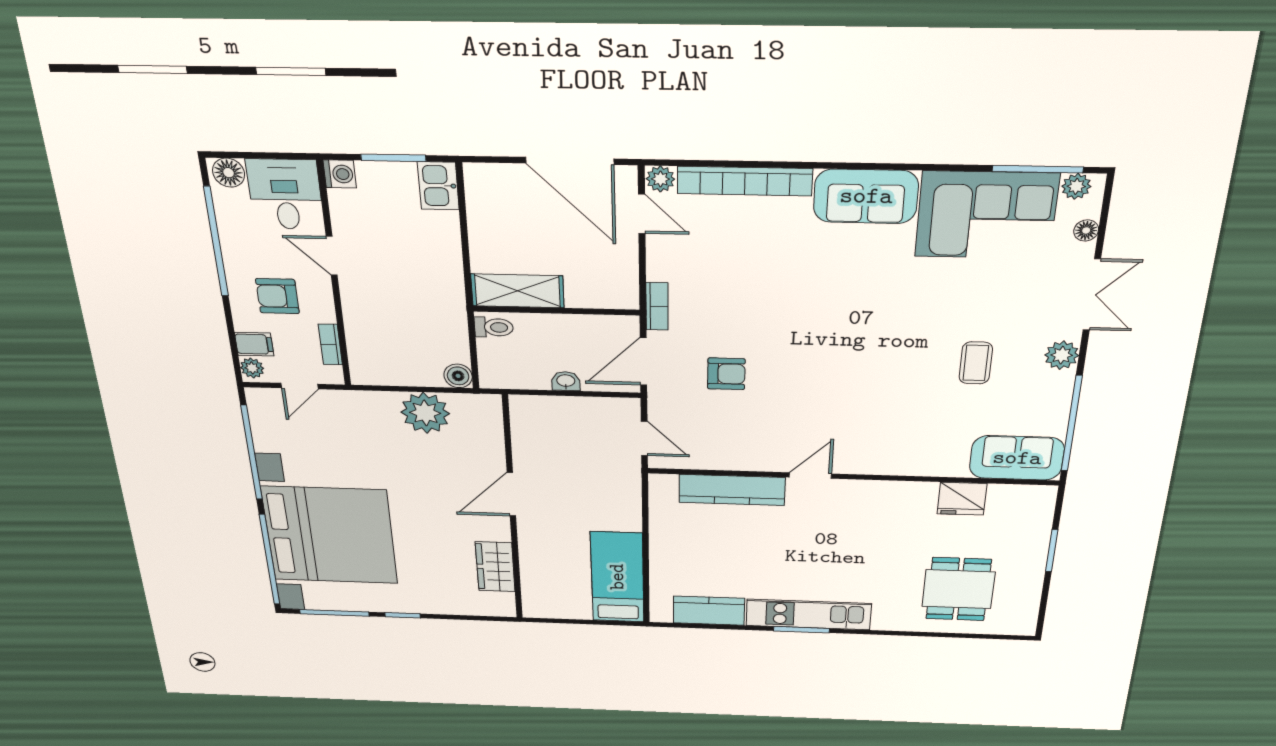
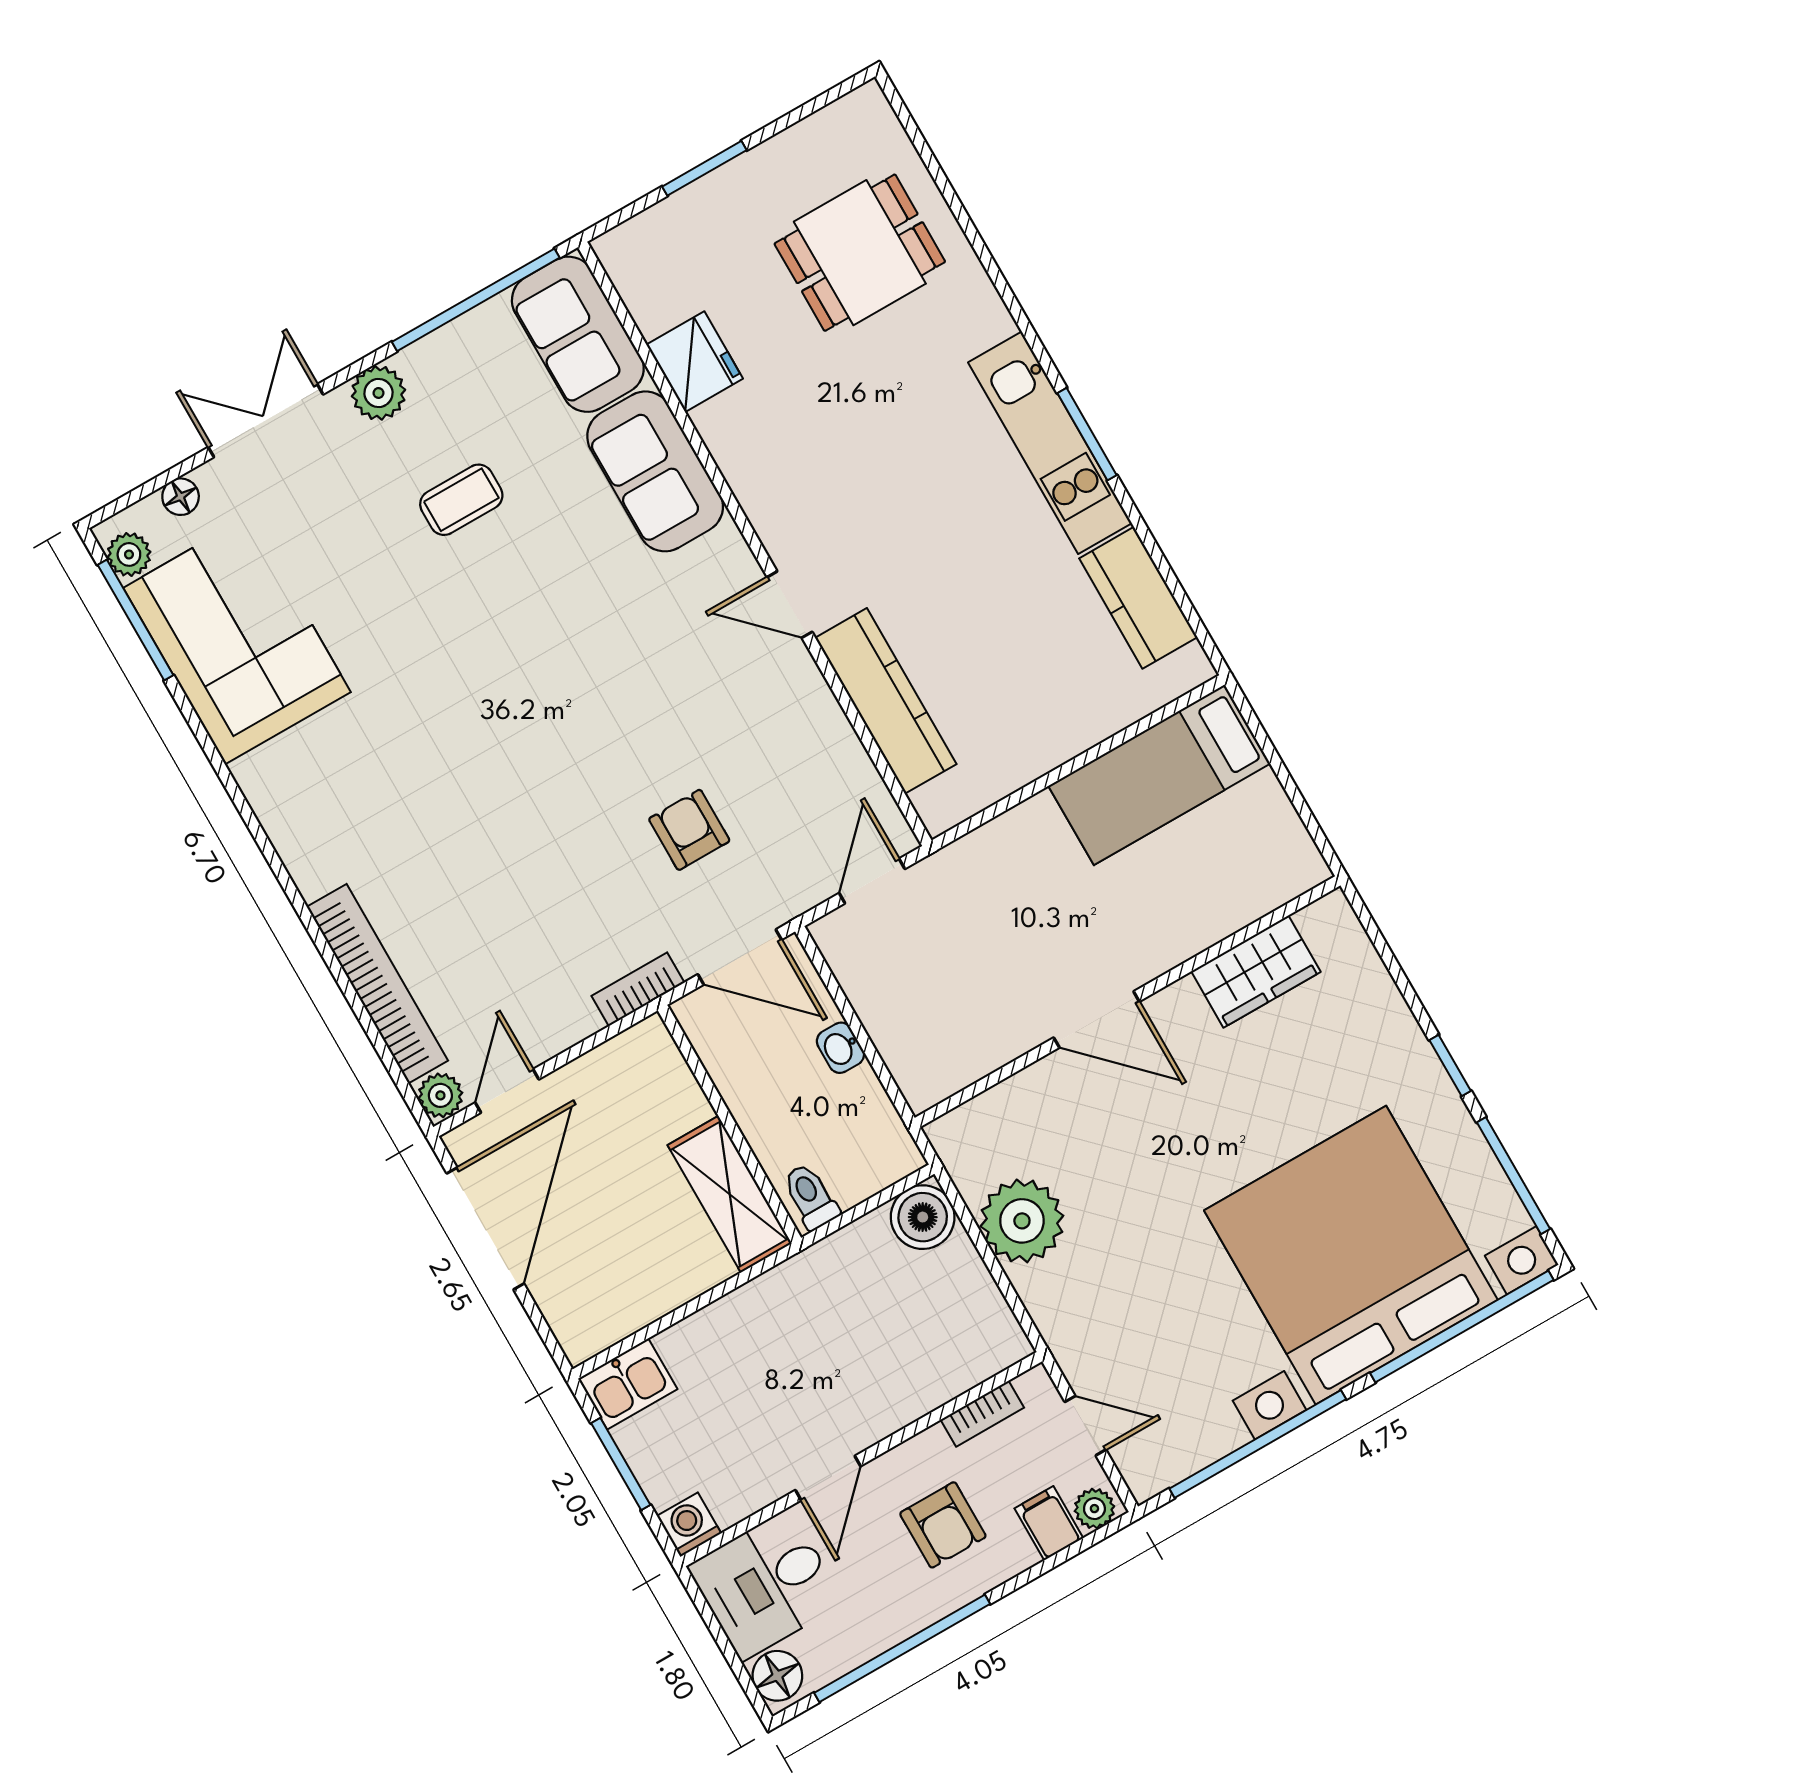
sofa: (866, 196) -> (655, 471), moved, turned 180
boiler: (458, 376) -> (923, 1217), width x1.36, depth x1.36

